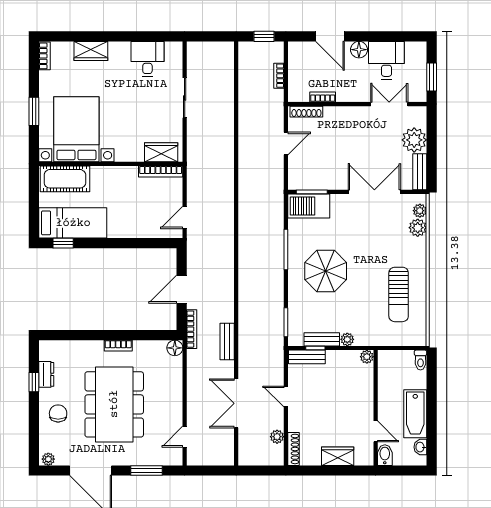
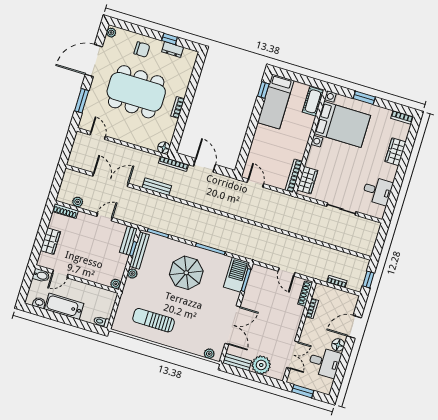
cot: (65, 179) -> (313, 101), width x0.73, depth x0.75
plant: (418, 228) -> (197, 348), removed
bench: (322, 339) -> (139, 251), width x1.36

